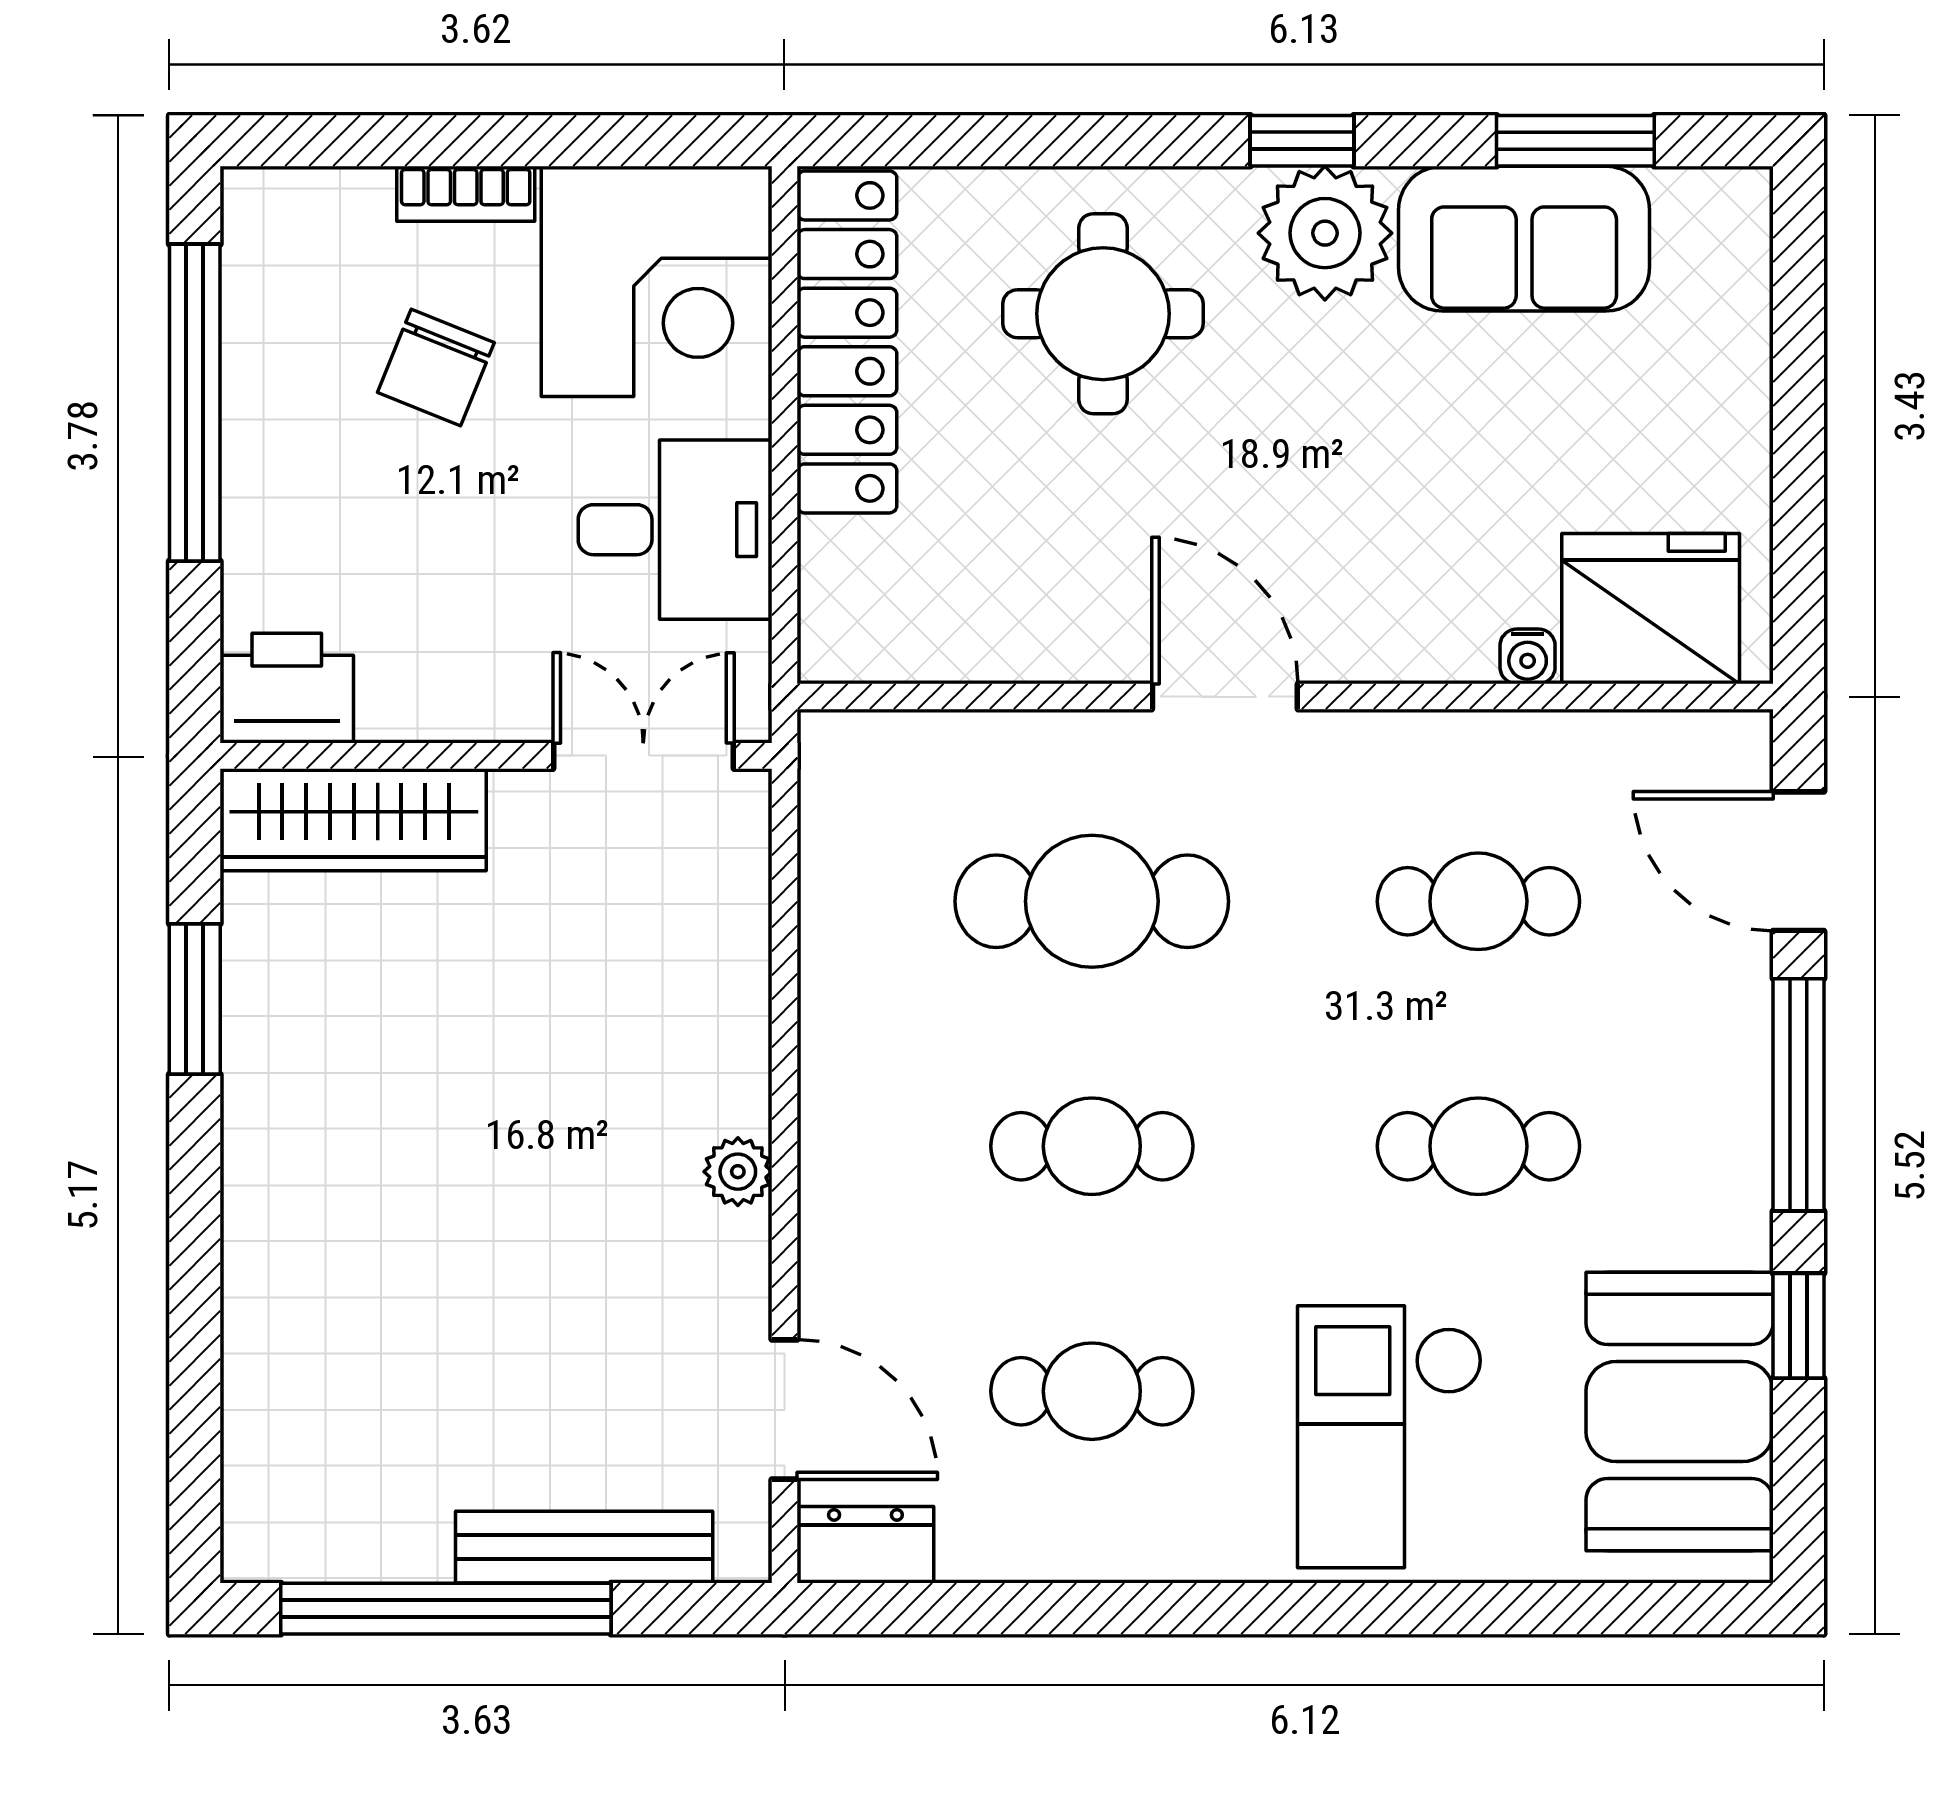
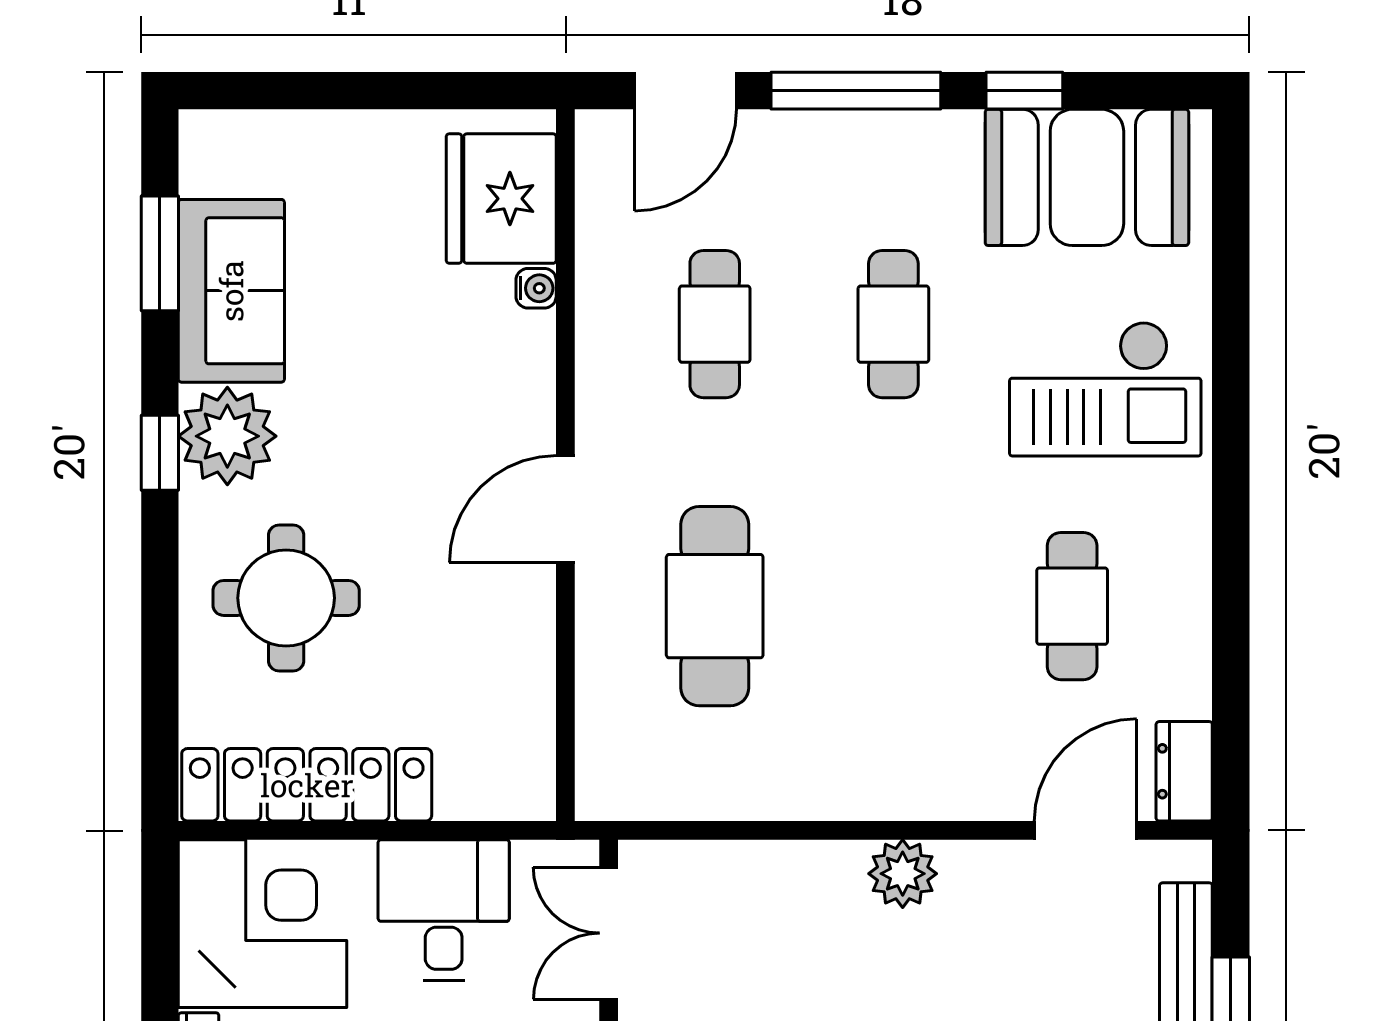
cafe table: (1092, 1146) -> (893, 606), removed
plant: (738, 1172) -> (903, 874), width x1.38, depth x1.38

